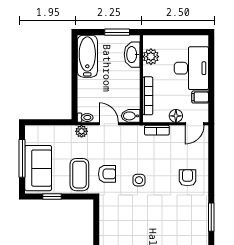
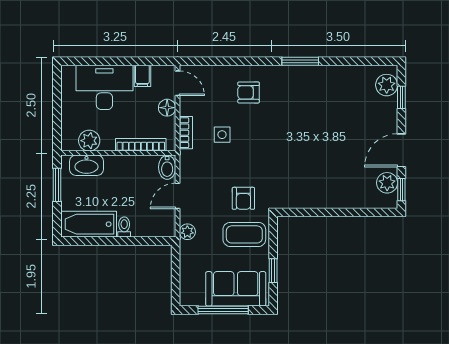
toilet: (85, 118) -> (124, 227), moved
armchair: (107, 174) -> (243, 198), turned 180
side table: (139, 180) -> (222, 135), moved

